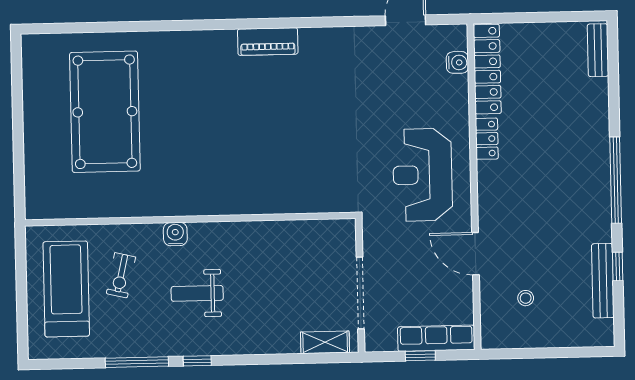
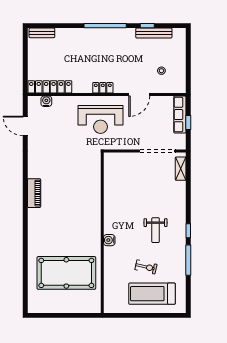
locker: (487, 139) -> (103, 88), moved
wall: (190, 219) -> (102, 233), moved
water cooler: (175, 234) -> (109, 240), moved

